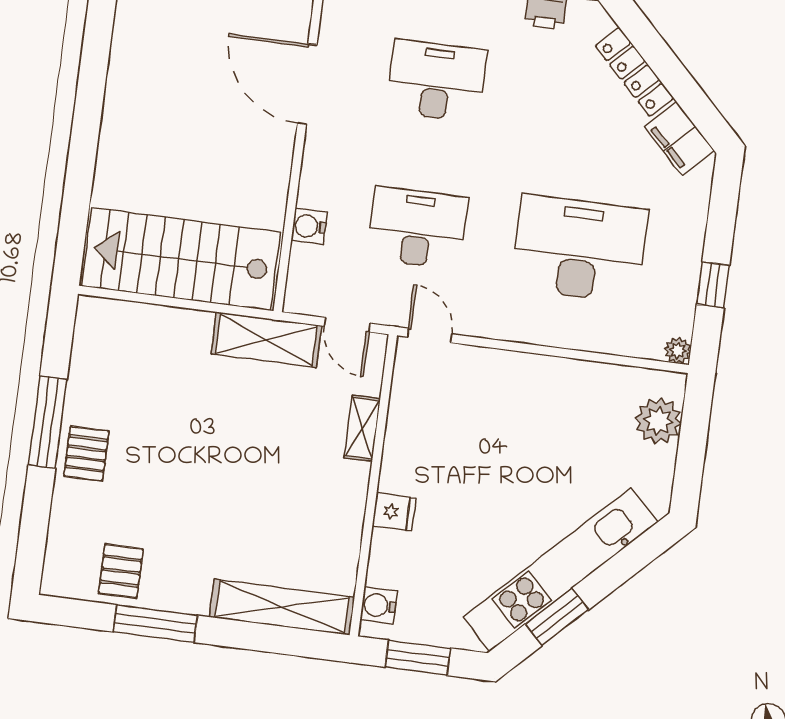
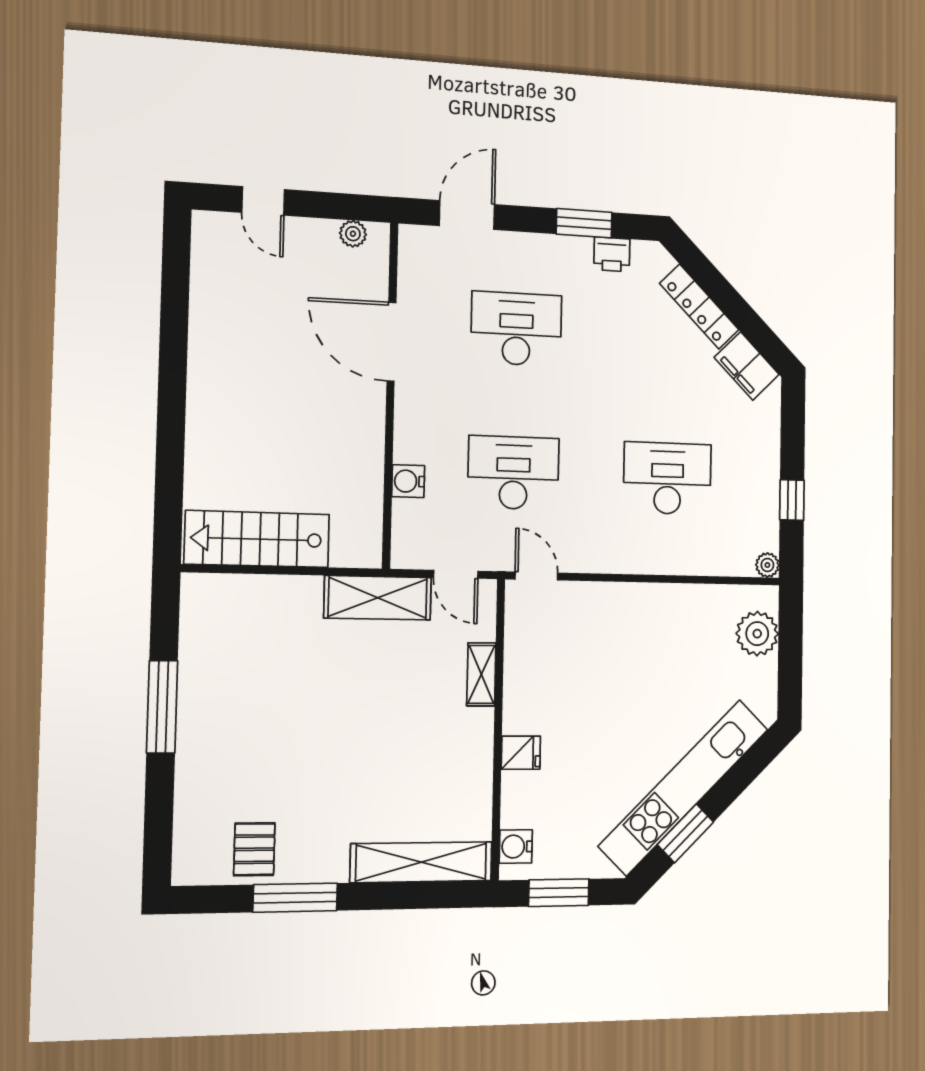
desk: (579, 249) -> (667, 478), width x0.73, depth x0.77
stairs: (181, 259) -> (257, 539), width x0.73, depth x0.66
pallet: (86, 454) -> (206, 734), removed

